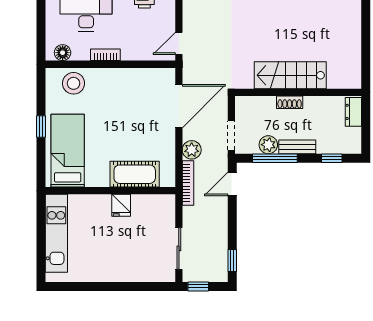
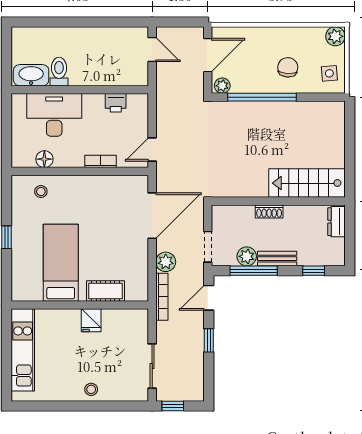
floor lamp: (63, 53) -> (44, 159), moved
bookcase: (105, 55) -> (100, 161), moved
stairs: (290, 75) -> (307, 183), moved
stool: (74, 83) -> (41, 192), width x0.53, depth x0.53
bed: (68, 151) -> (61, 263), moved
cot: (135, 174) -> (105, 291), width x0.73, depth x0.75
window: (232, 260) -> (209, 340), moved
stool: (121, 271) -> (91, 389), added

